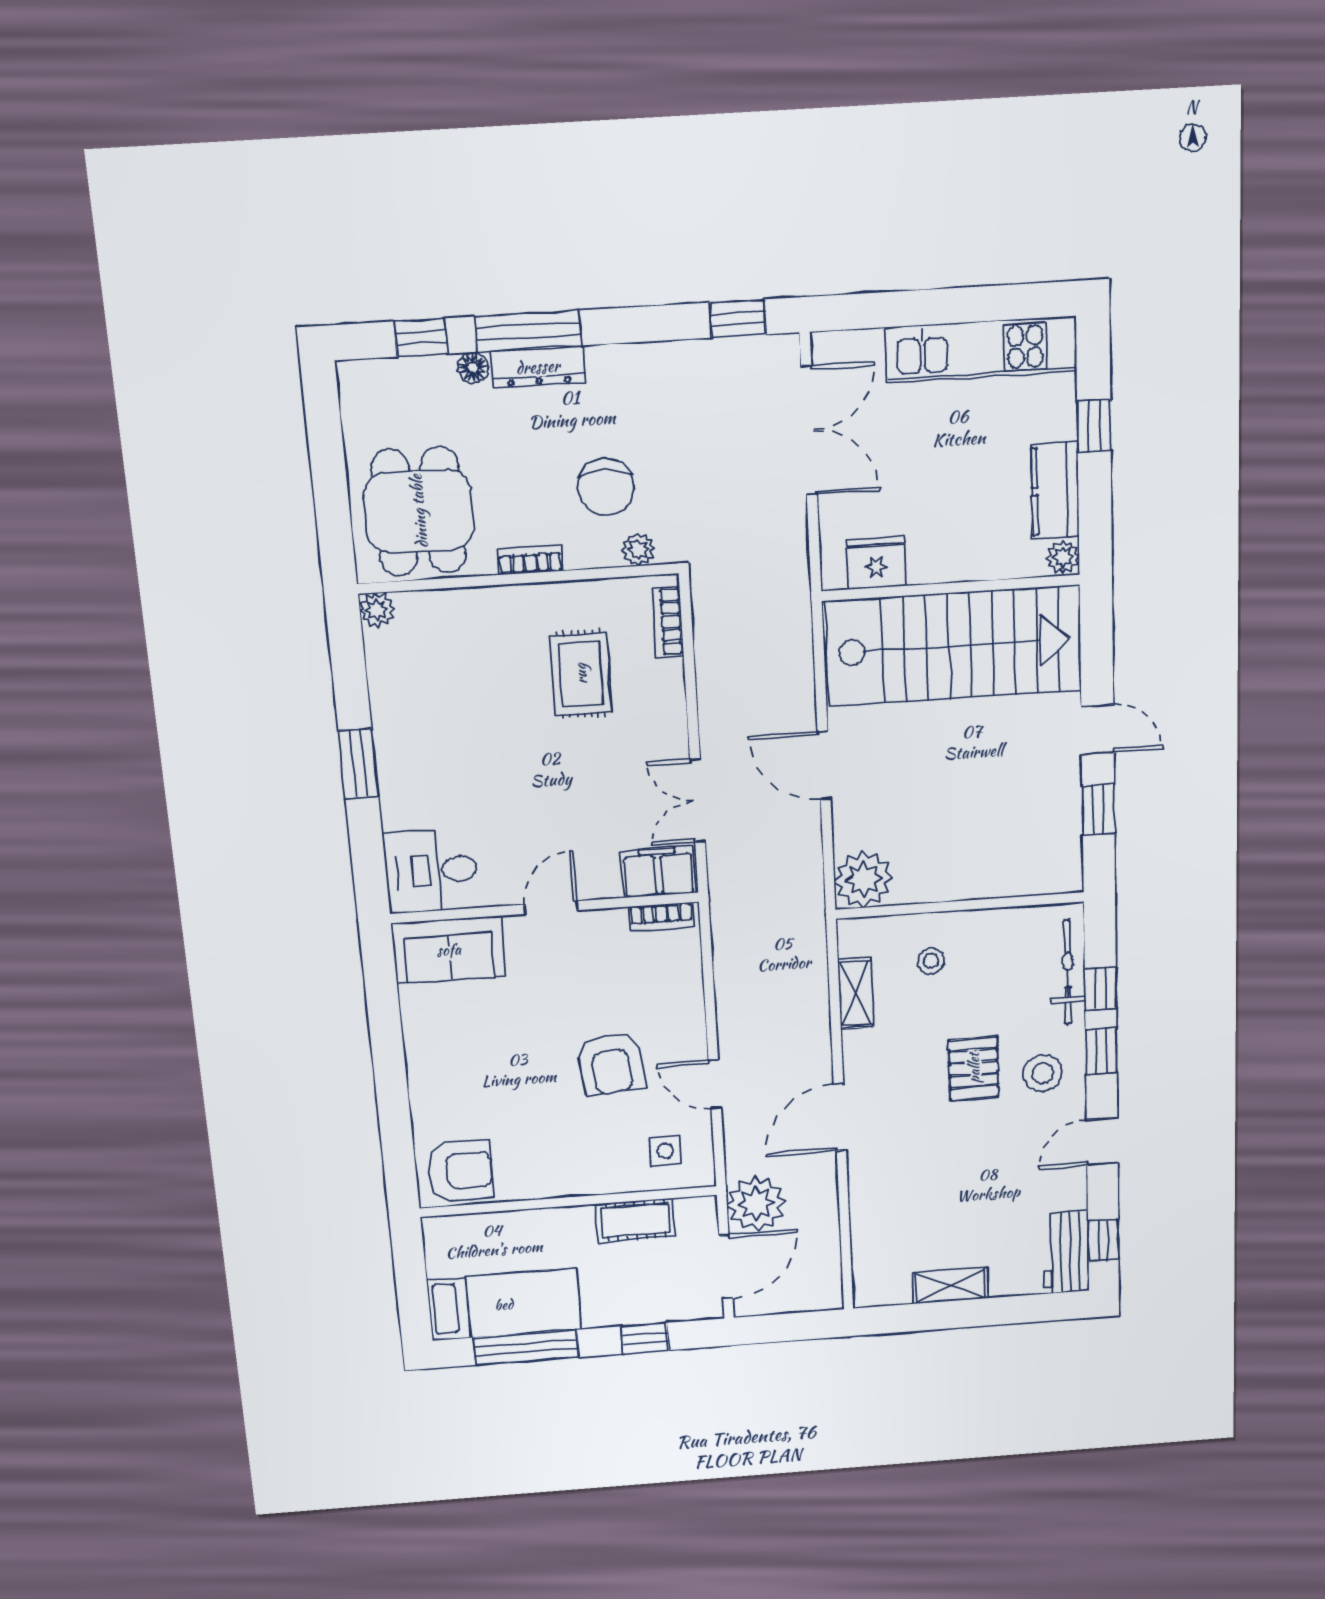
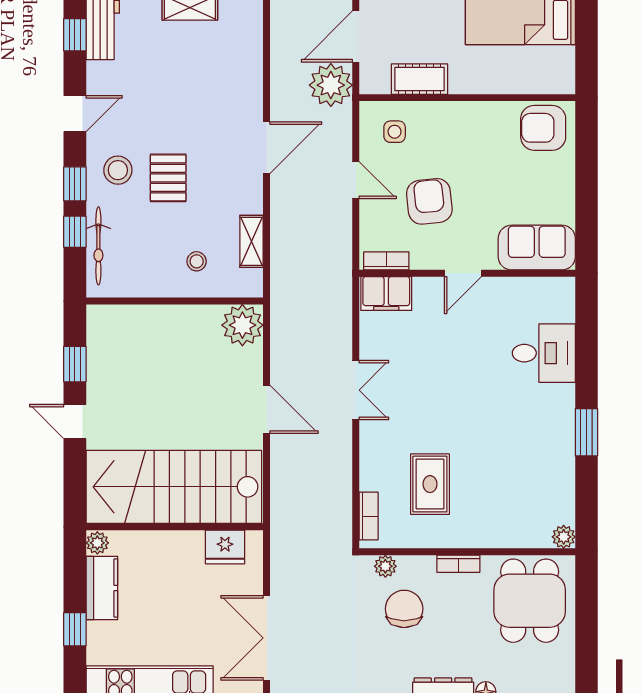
filing cabinet: (658, 872) -> (386, 294), moved
door: (551, 907) -> (463, 273), moved
wall: (545, 908) -> (467, 273), moved
bookcase: (661, 917) -> (386, 261), moved
sofa: (449, 950) -> (537, 248), moved

